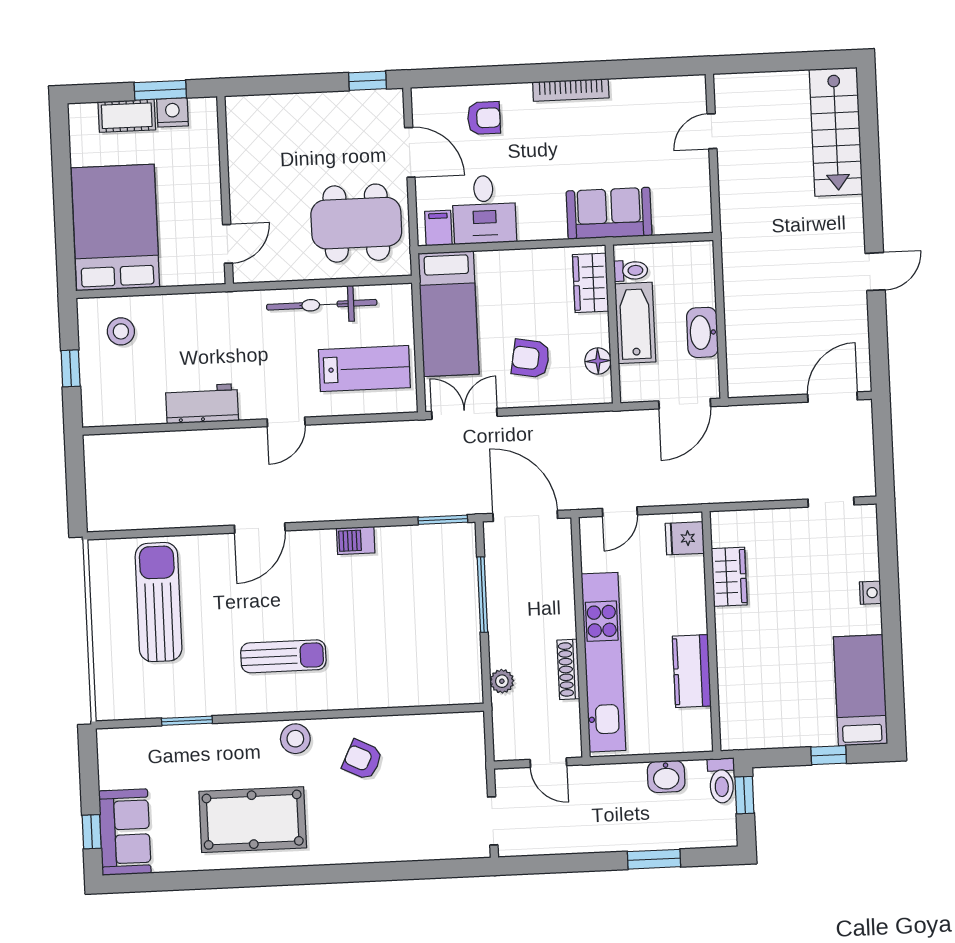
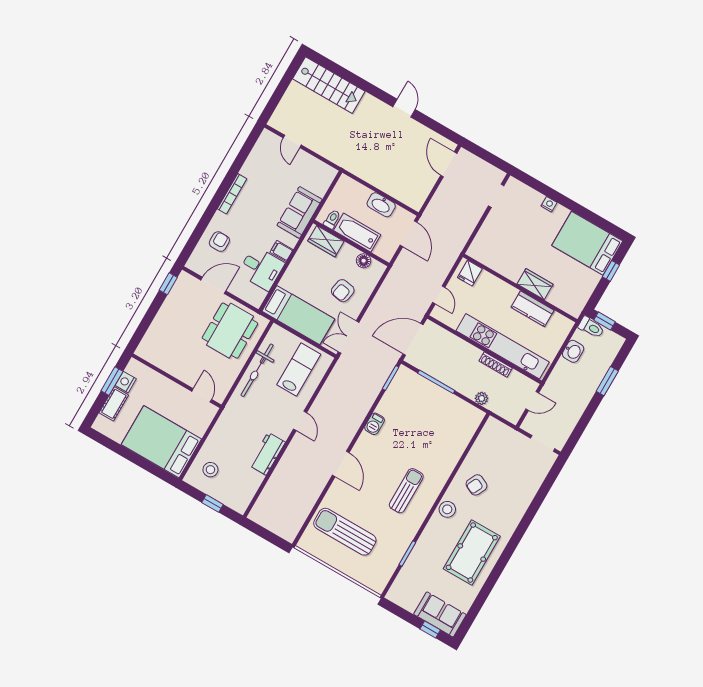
filing cabinet: (438, 228) -> (282, 251), moved
wardrobe: (729, 577) -> (535, 284), moved
bed: (860, 690) -> (587, 243), width x1.50

